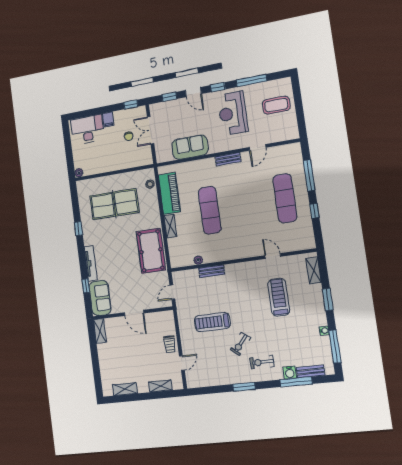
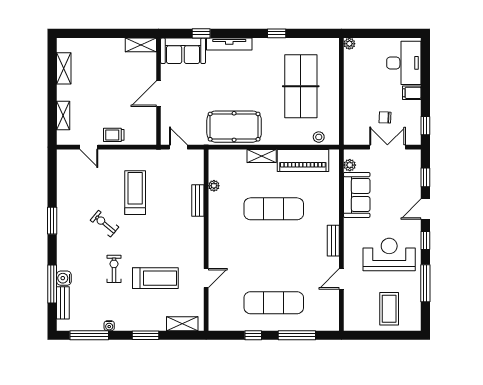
door: (258, 147) -> (341, 279), hinge flipped
plant: (168, 157) -> (350, 165), added
exercise bike: (262, 362) -> (114, 269), moved

